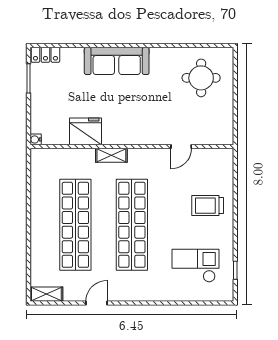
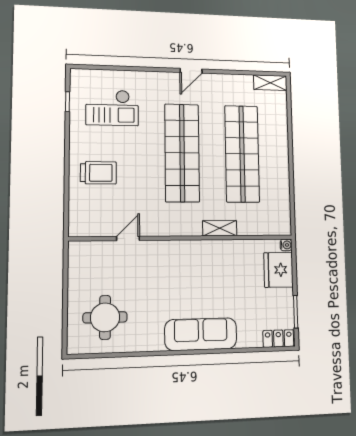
fridge: (85, 131) -> (278, 270), moved, turned 90
shelving: (111, 155) -> (220, 228), moved
door: (97, 303) -> (191, 71), moved

